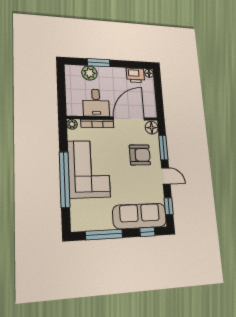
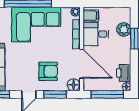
window: (158, 93) -> (107, 94), added
filing cabinet: (76, 108) -> (91, 16), added
armchair: (140, 155) -> (48, 71), turned -90

